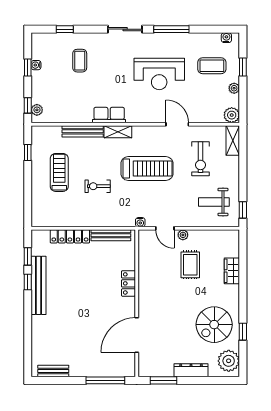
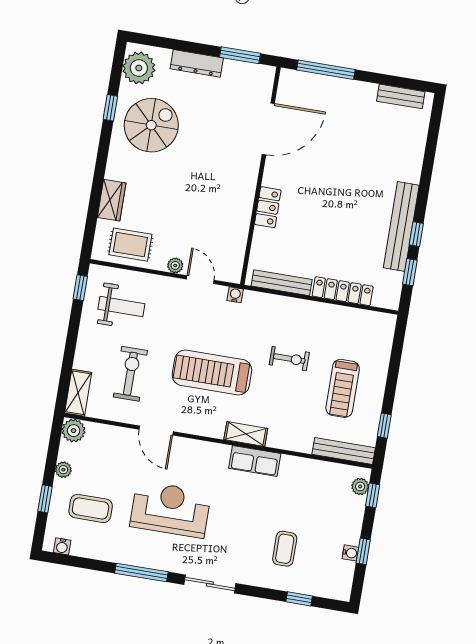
bench: (83, 131) -> (344, 451), moved
rug: (190, 265) -> (130, 245), moved, turned 90

